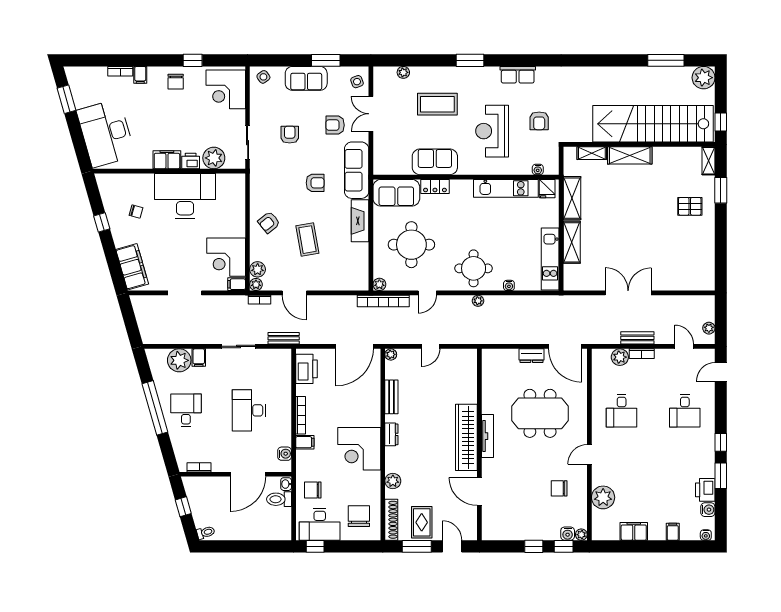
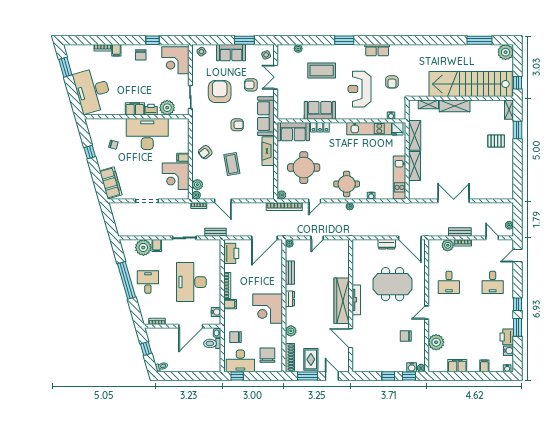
armchair: (290, 135) -> (220, 91), width x1.88, depth x1.88
filing cabinet: (237, 284) -> (183, 158), moved
desk: (249, 410) -> (191, 282), width x1.36, depth x1.30

